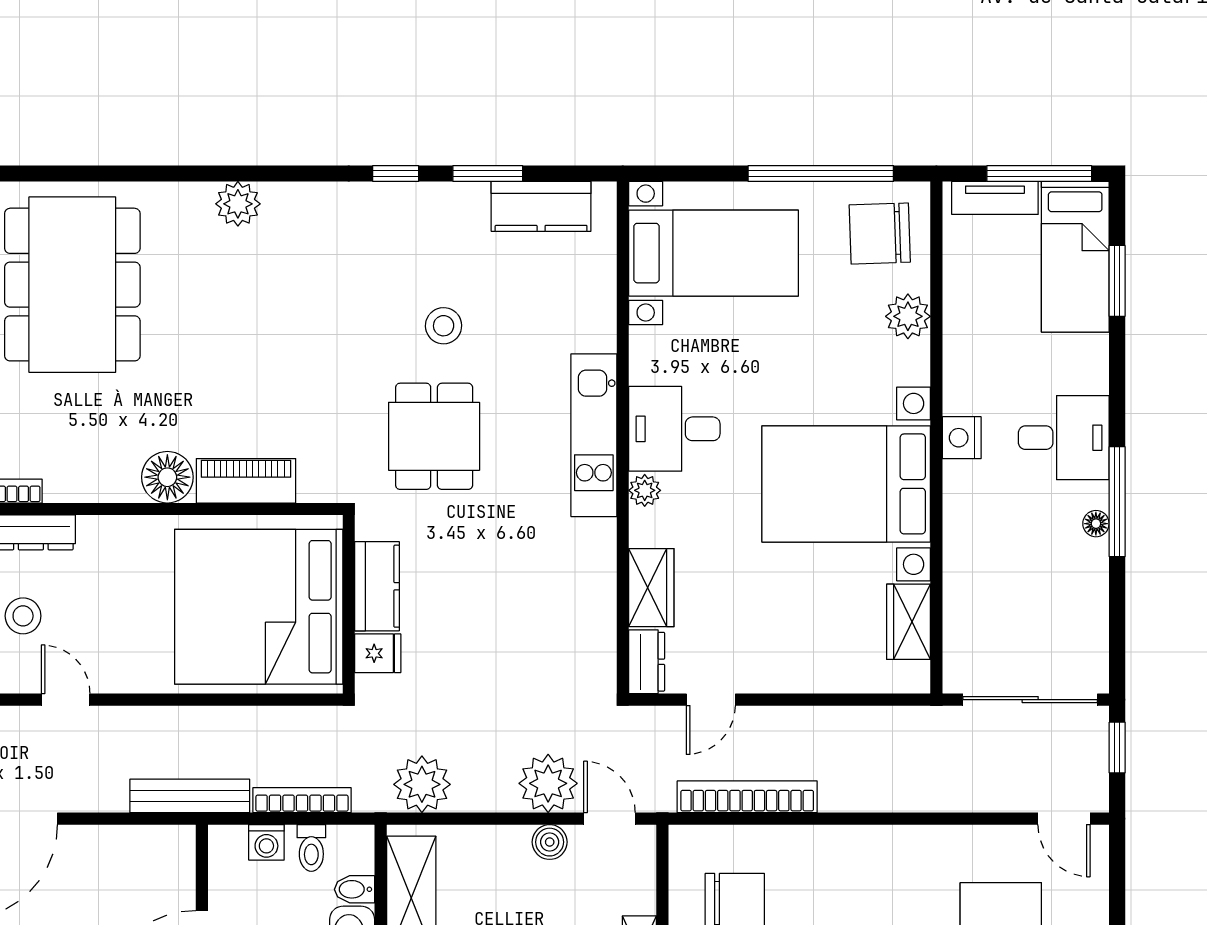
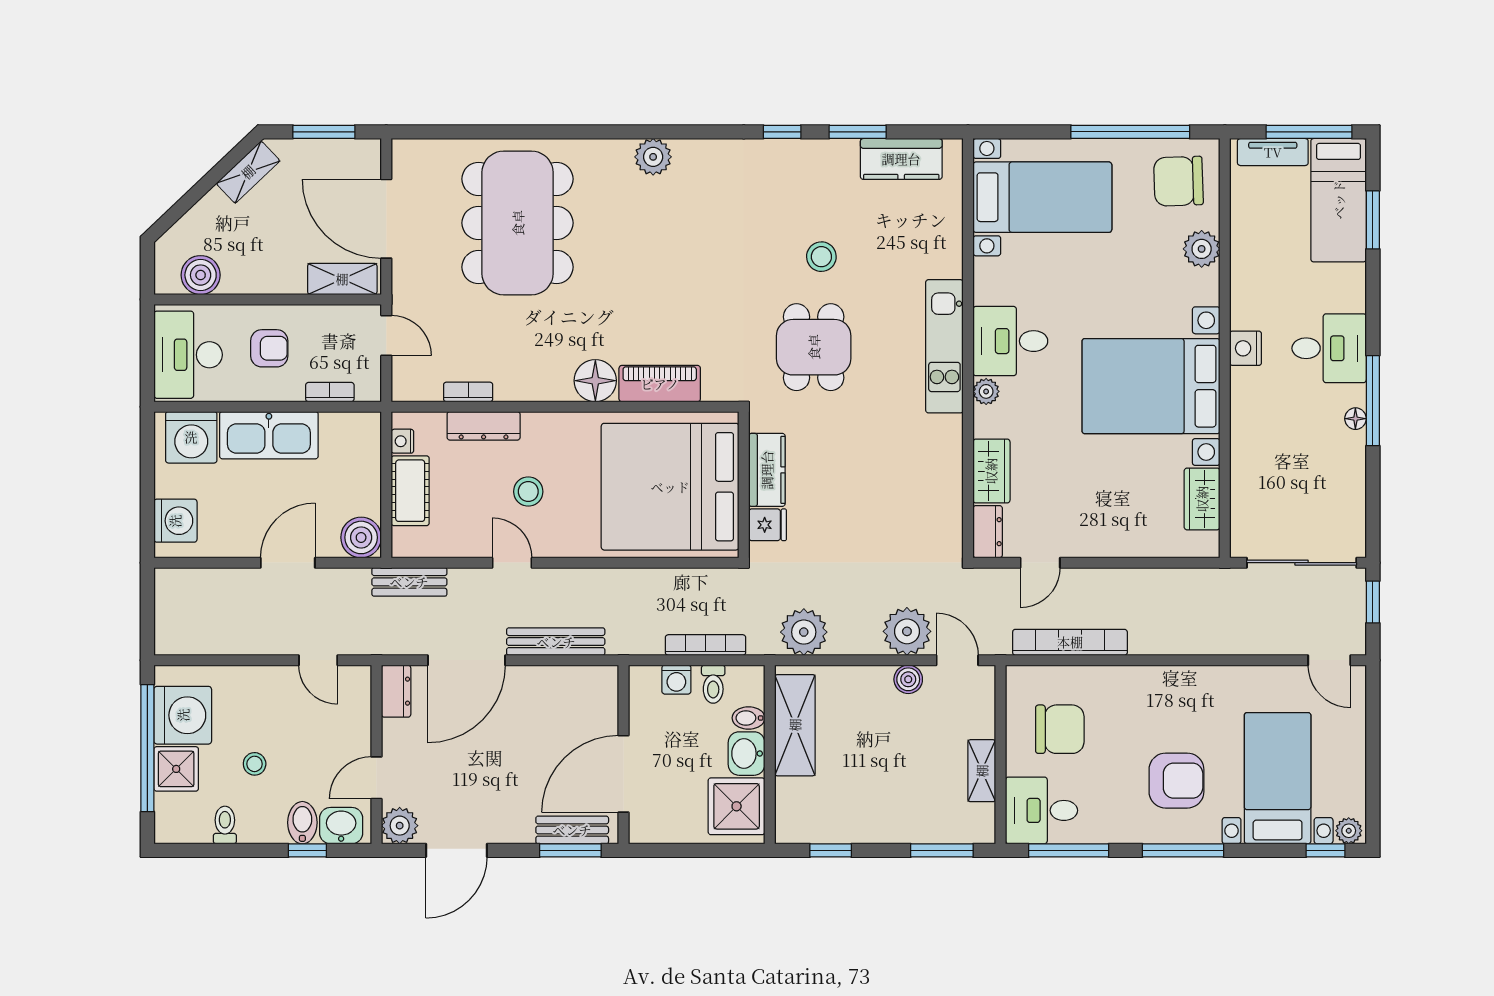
stool: (23, 616) -> (528, 492), moved
bench: (190, 796) -> (556, 642), moved

